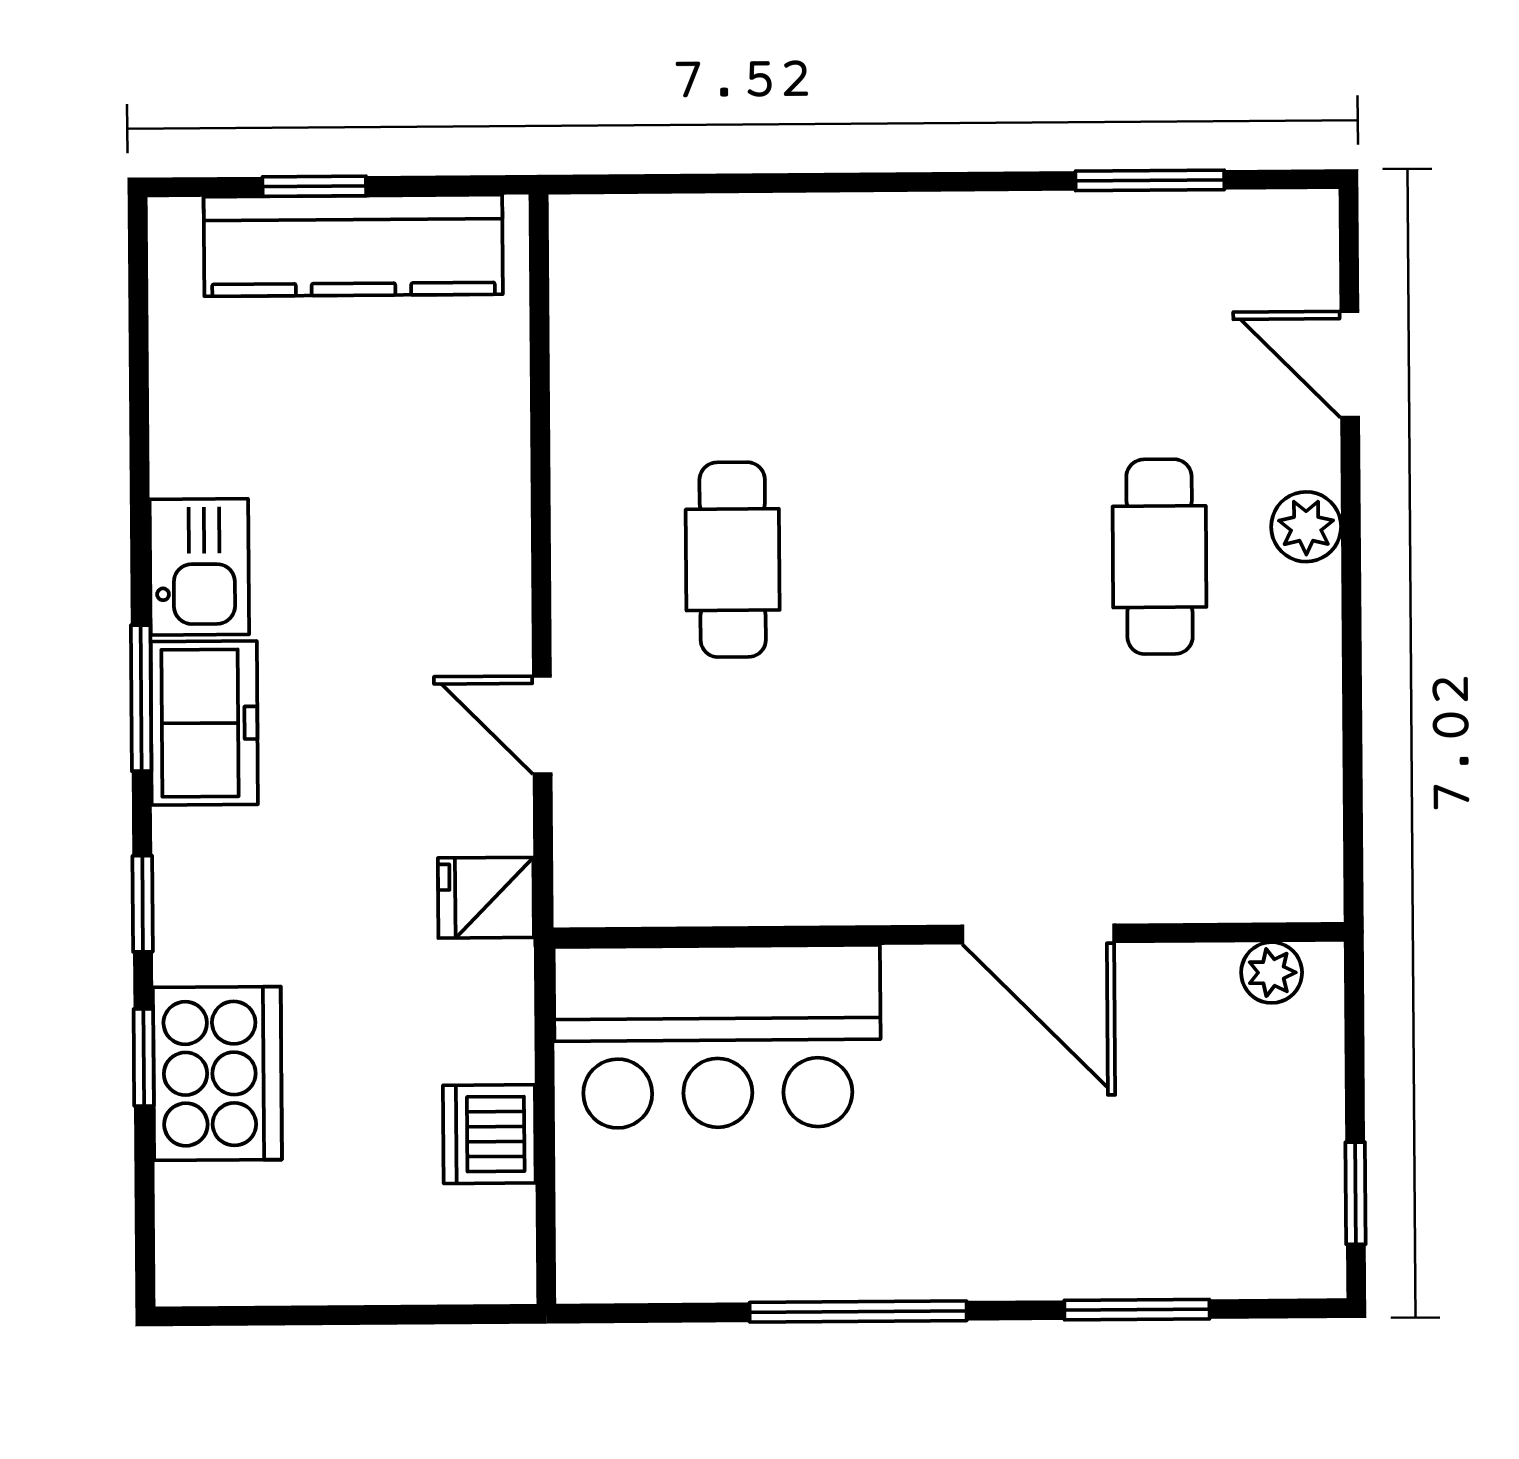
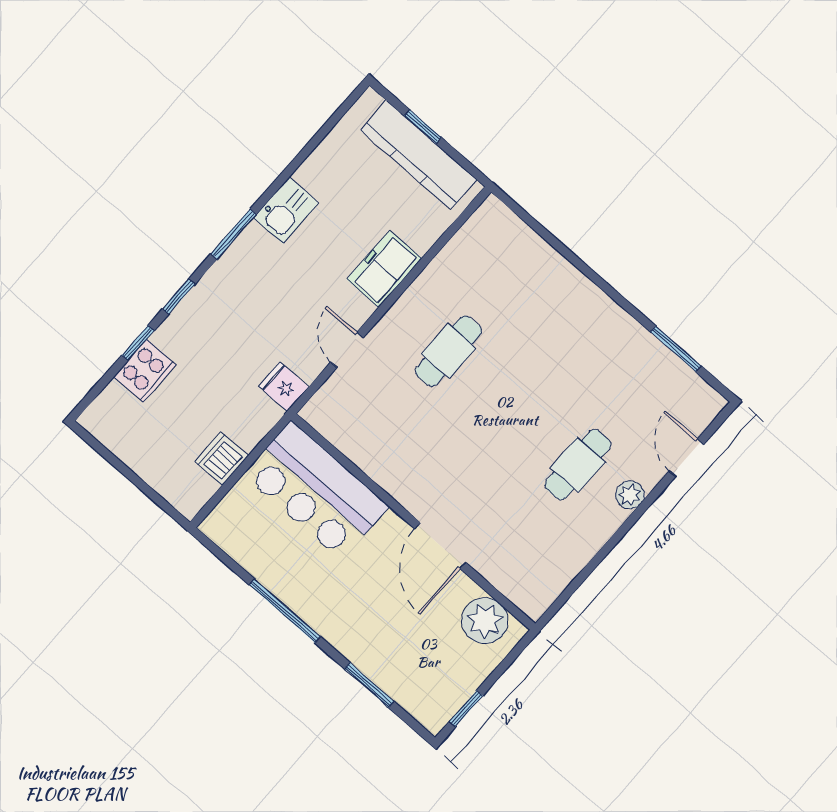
freezer: (204, 723) -> (384, 269), moved, turned 180
plant: (1272, 973) -> (485, 621), width x1.88, depth x1.88
cooker: (217, 1074) -> (145, 371), width x0.73, depth x0.76

